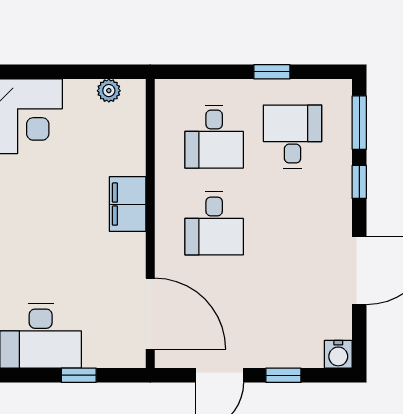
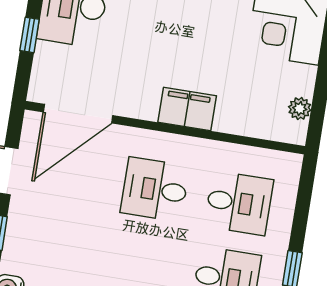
desk: (214, 137) -> (239, 203), turned 180

